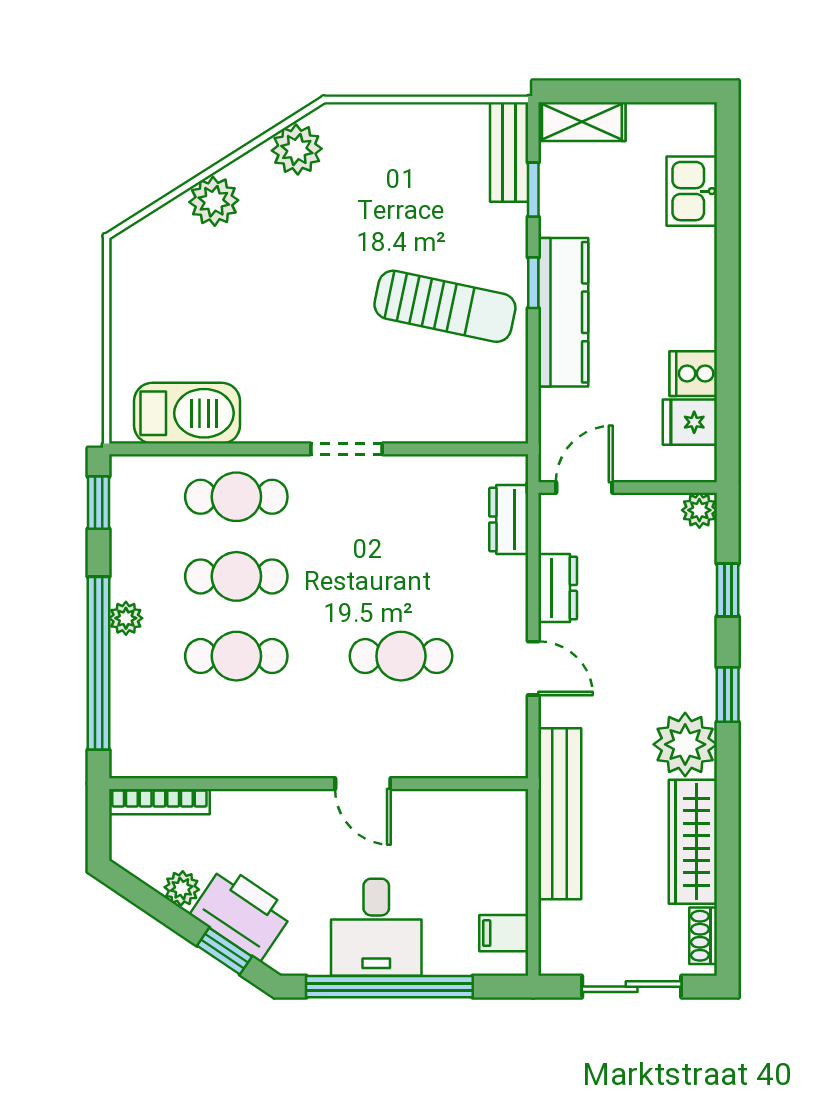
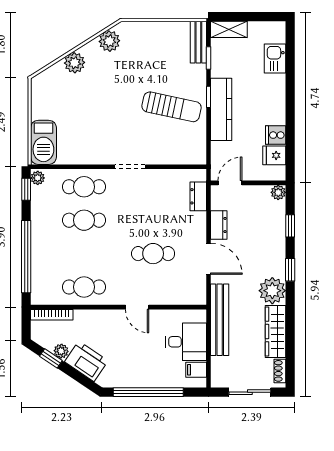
barbecue: (187, 413) -> (43, 142), moved, turned 90
plant: (126, 618) -> (38, 178), moved
cafe table: (236, 656) -> (84, 287), moved
door: (533, 668) -> (209, 259), width x1.38
desk: (376, 927) -> (186, 342), moved, turned -90
window: (225, 951) -> (51, 358), moved

